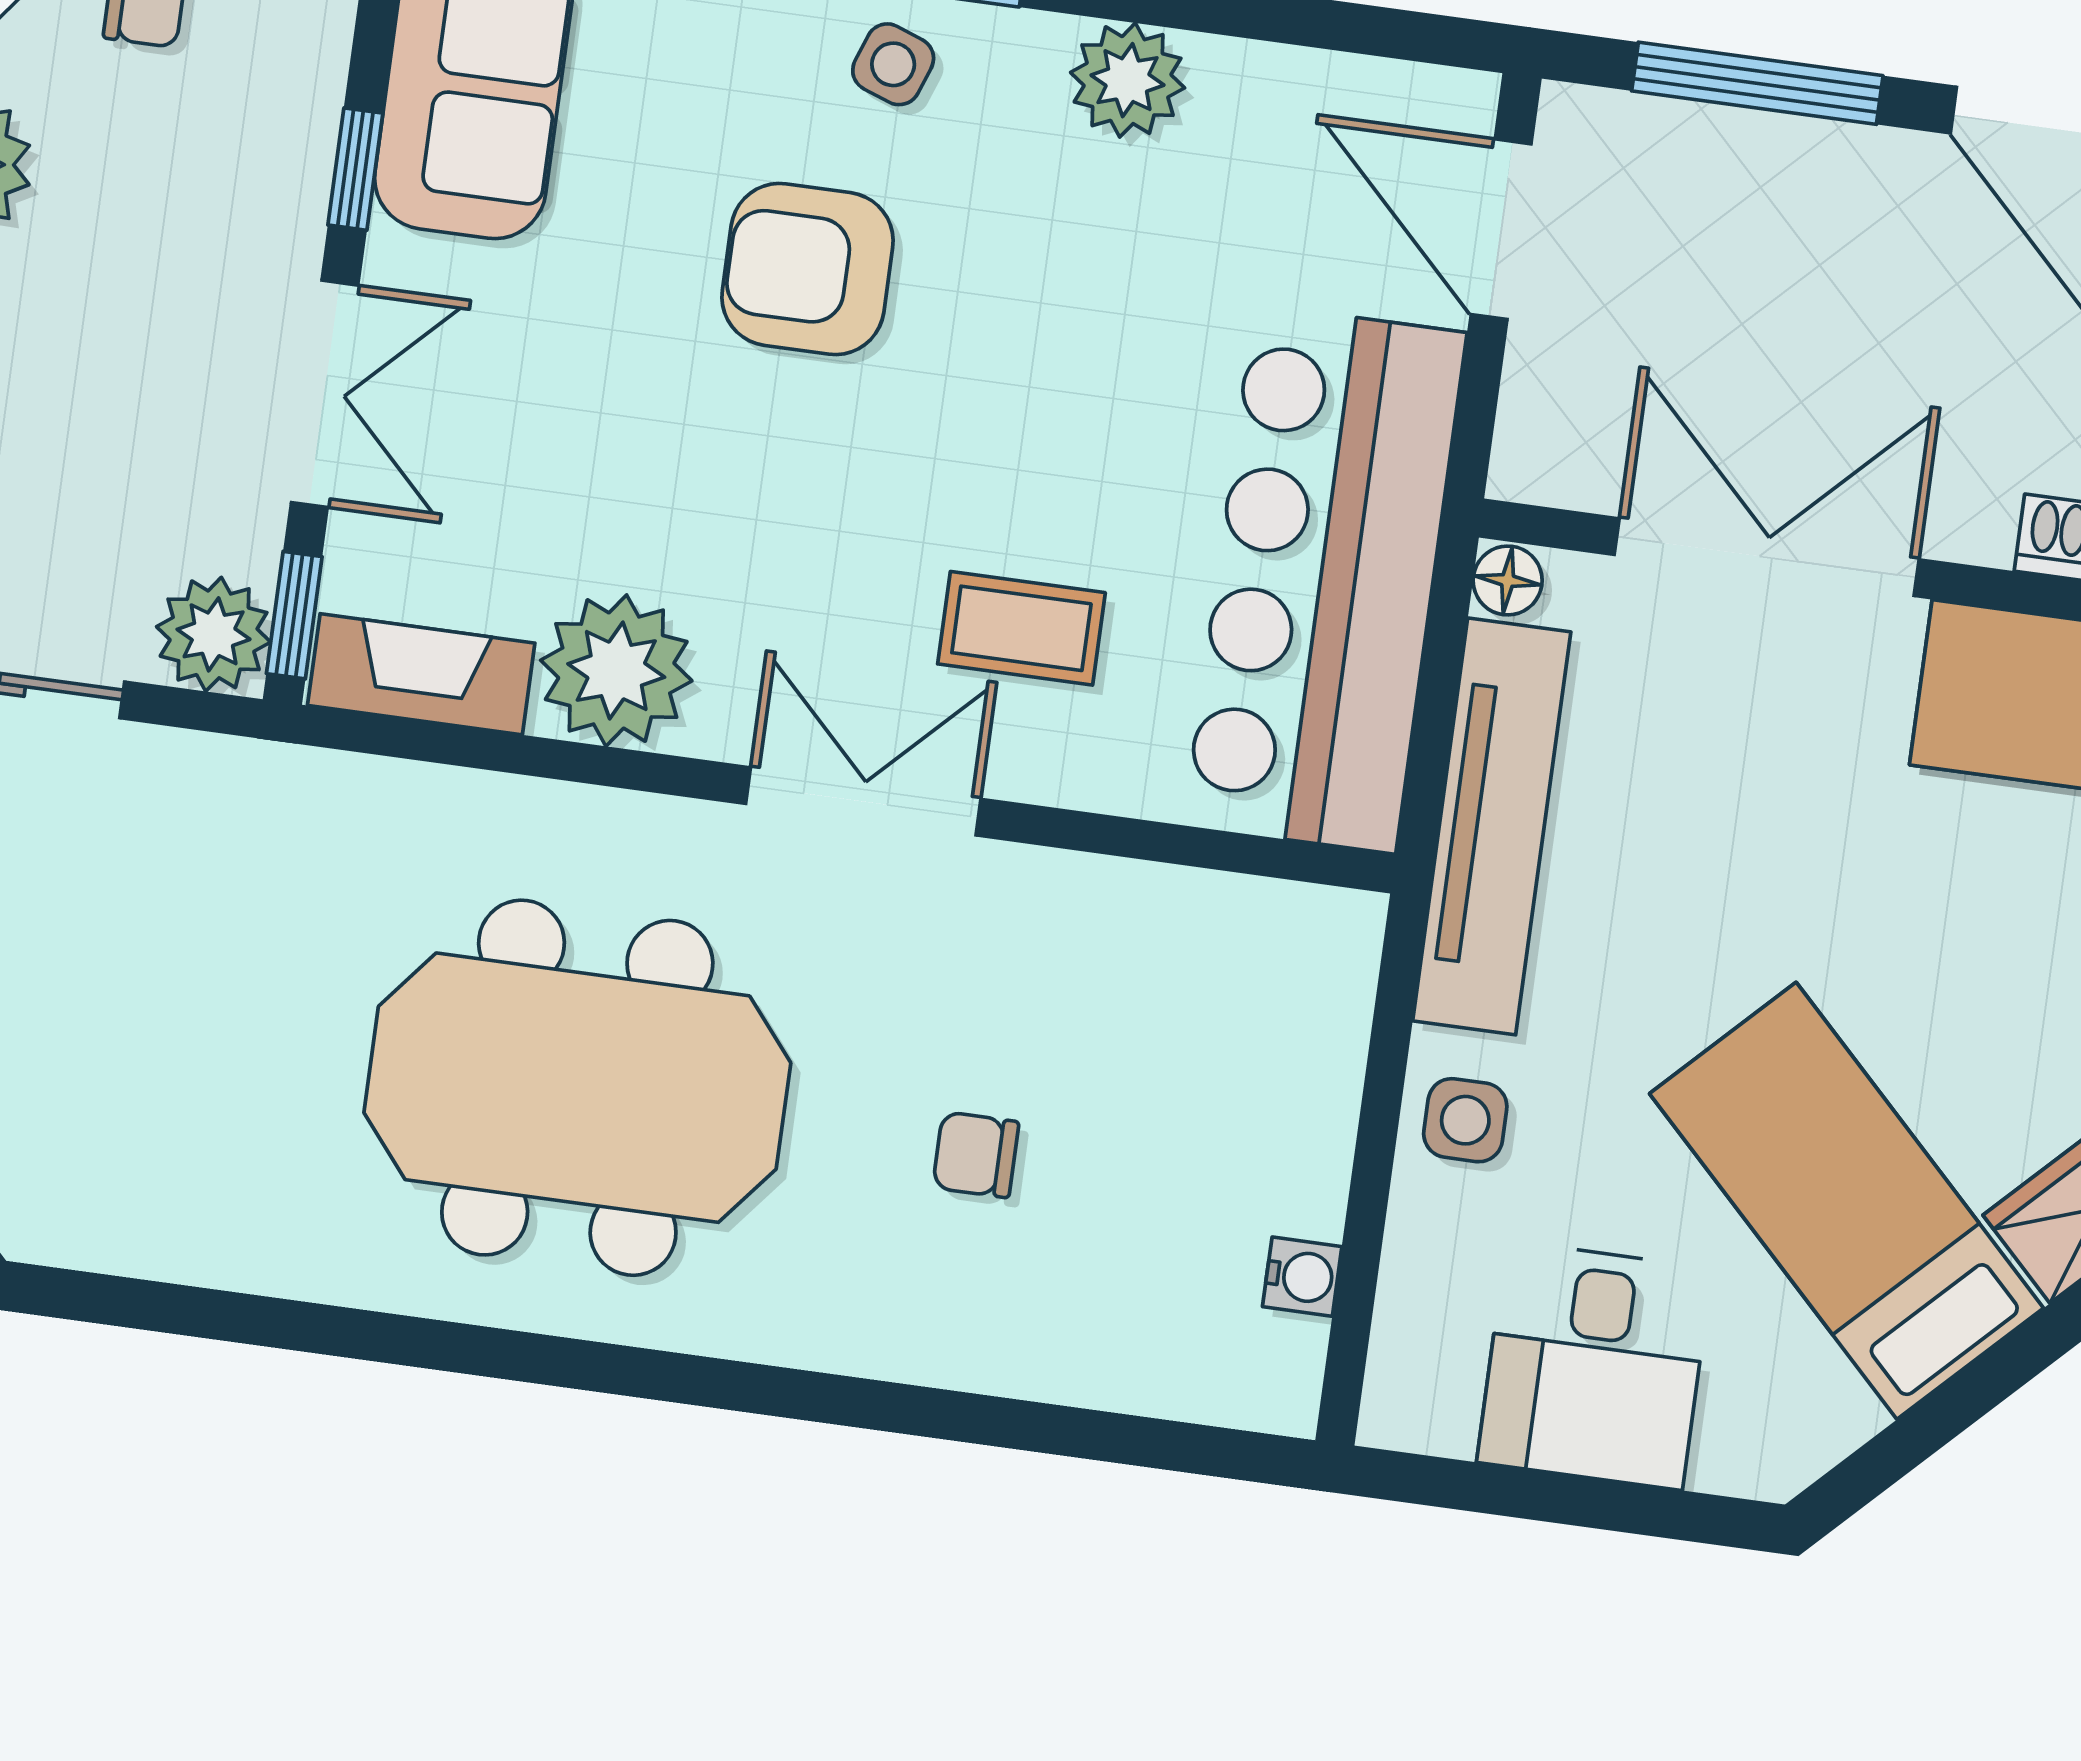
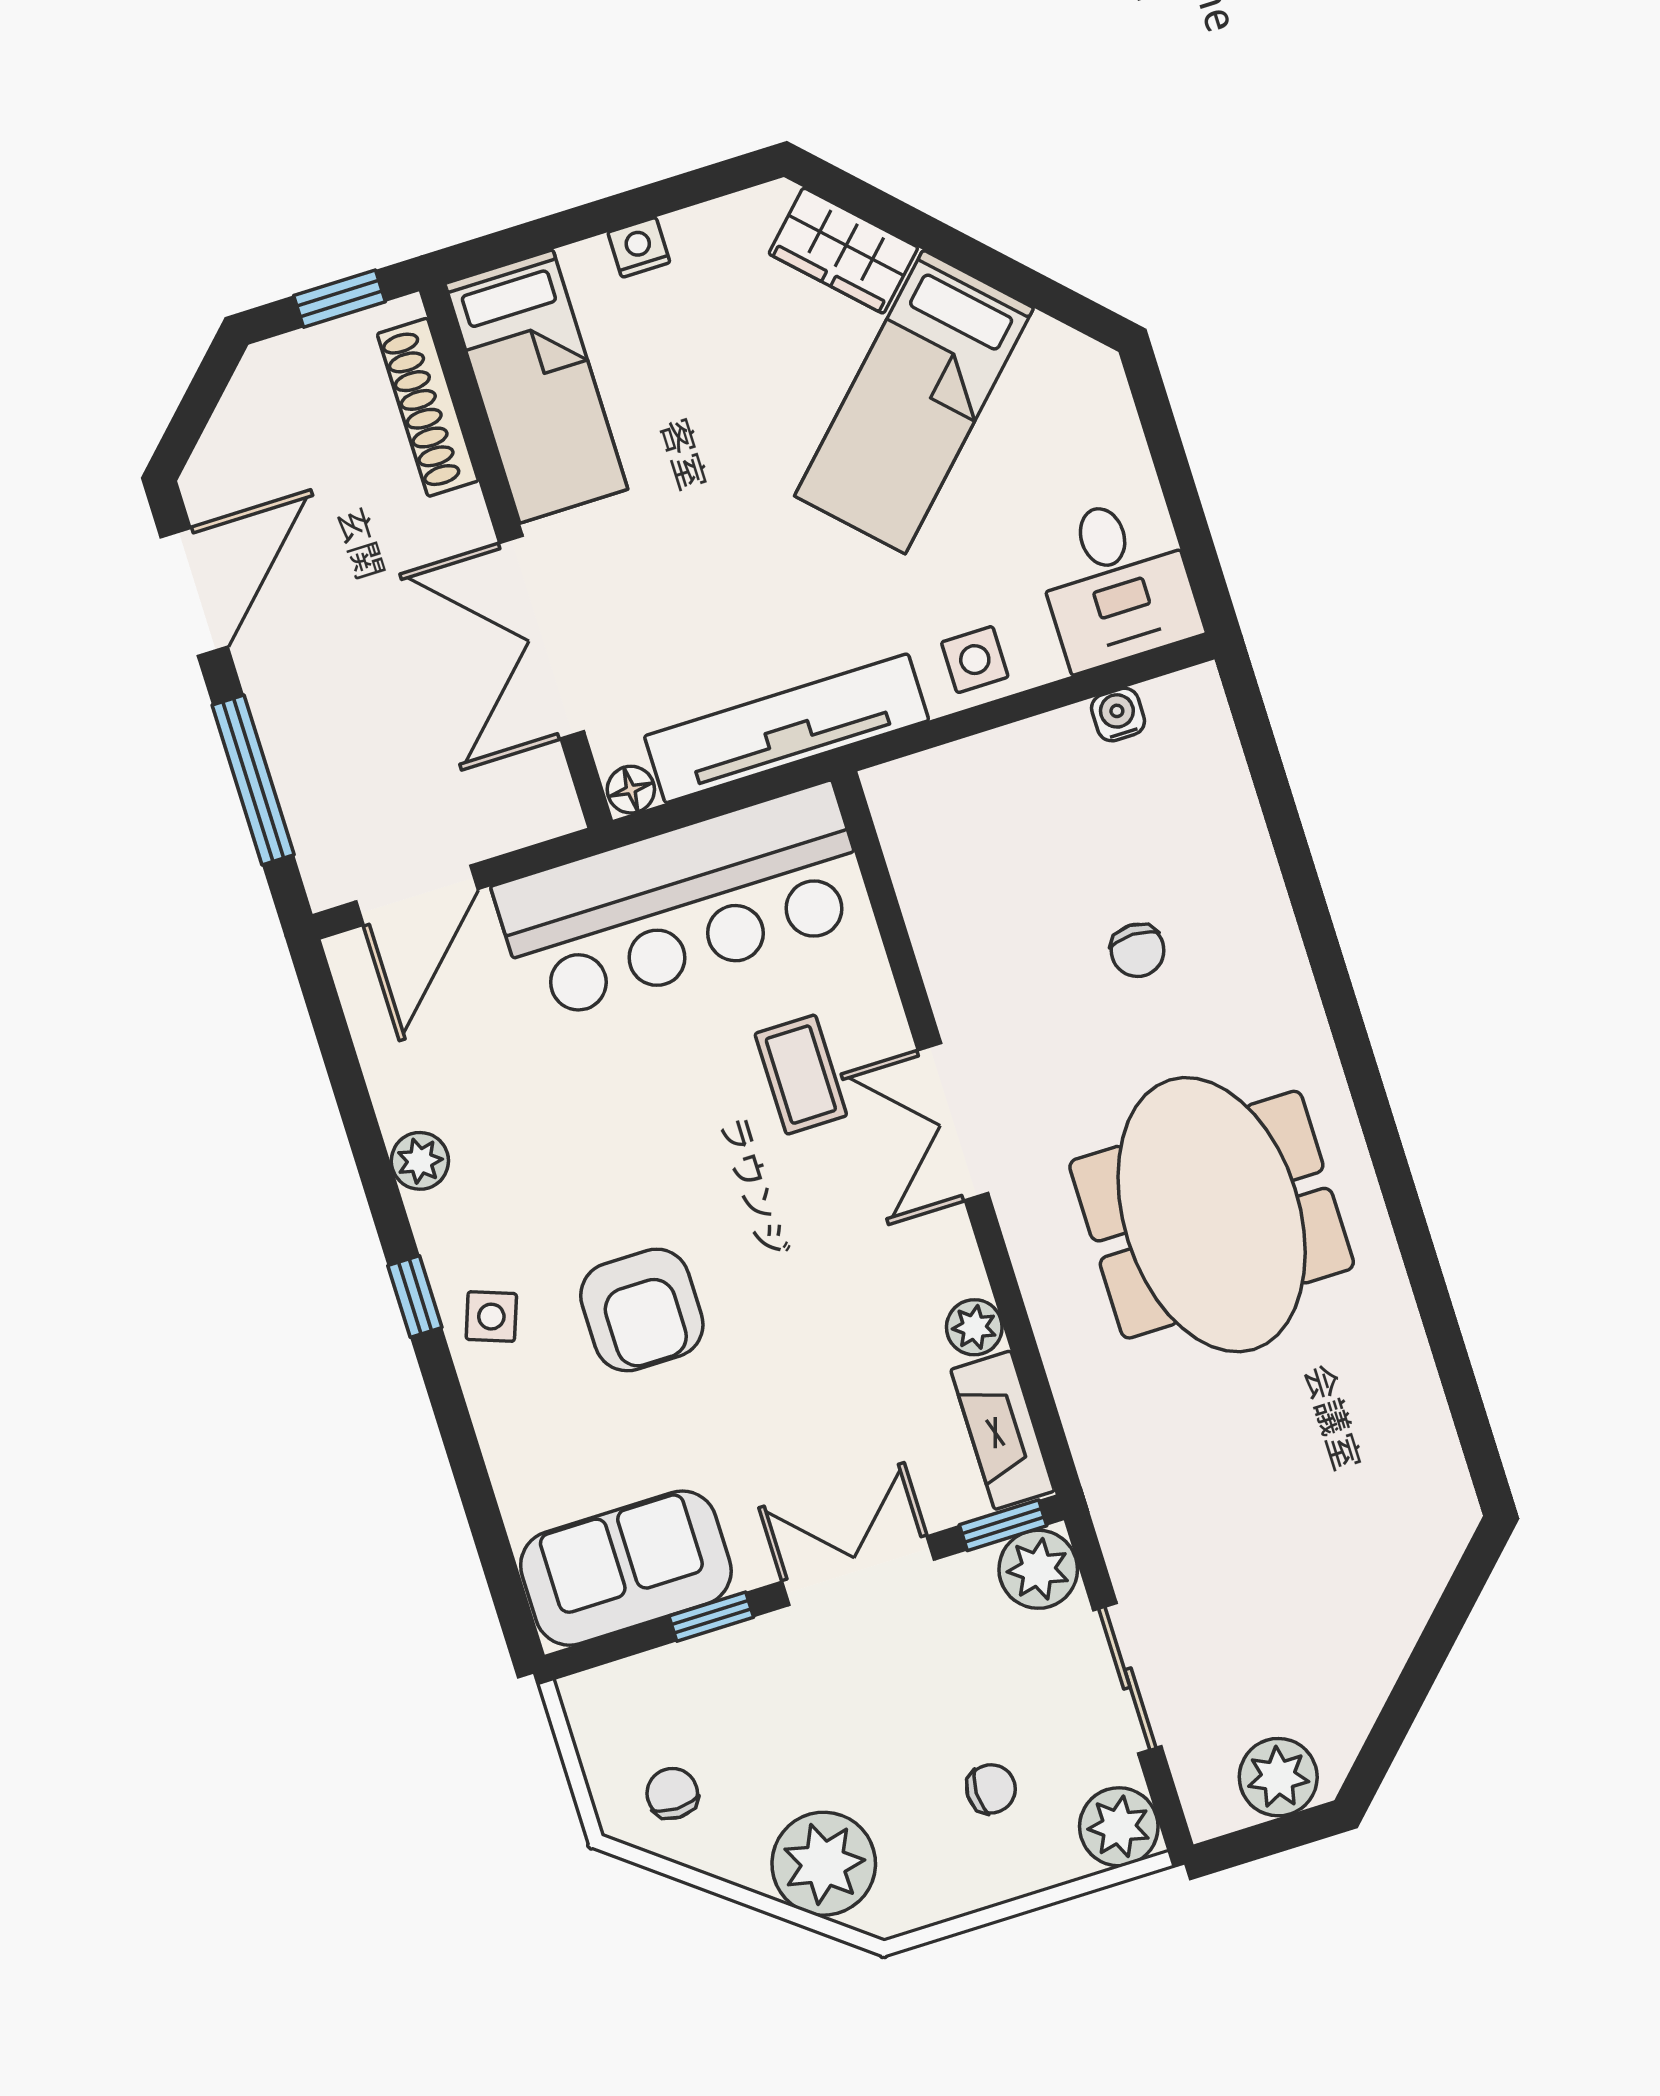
plant: (1128, 80) -> (420, 1161), width x0.73, depth x0.73
plant: (616, 671) -> (974, 1327), width x0.53, depth x0.53
desk: (1595, 1365) -> (1117, 582), moved, turned 90

